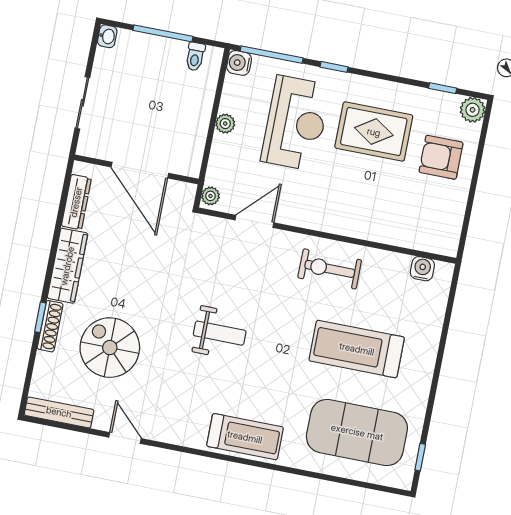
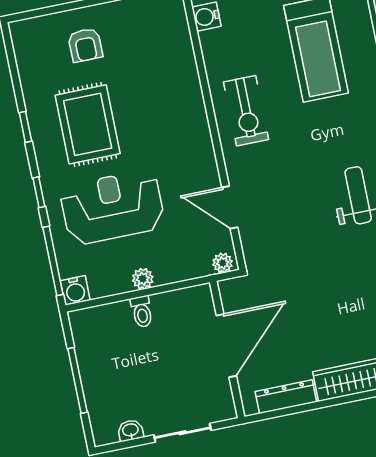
washbasin: (107, 36) -> (130, 430), moved
toilet: (195, 57) -> (142, 312), moved, turned 90
window: (443, 88) -> (25, 127), moved
plant: (473, 110) -> (24, 33), removed
armchair: (441, 157) -> (85, 45), width x0.72, depth x0.72

